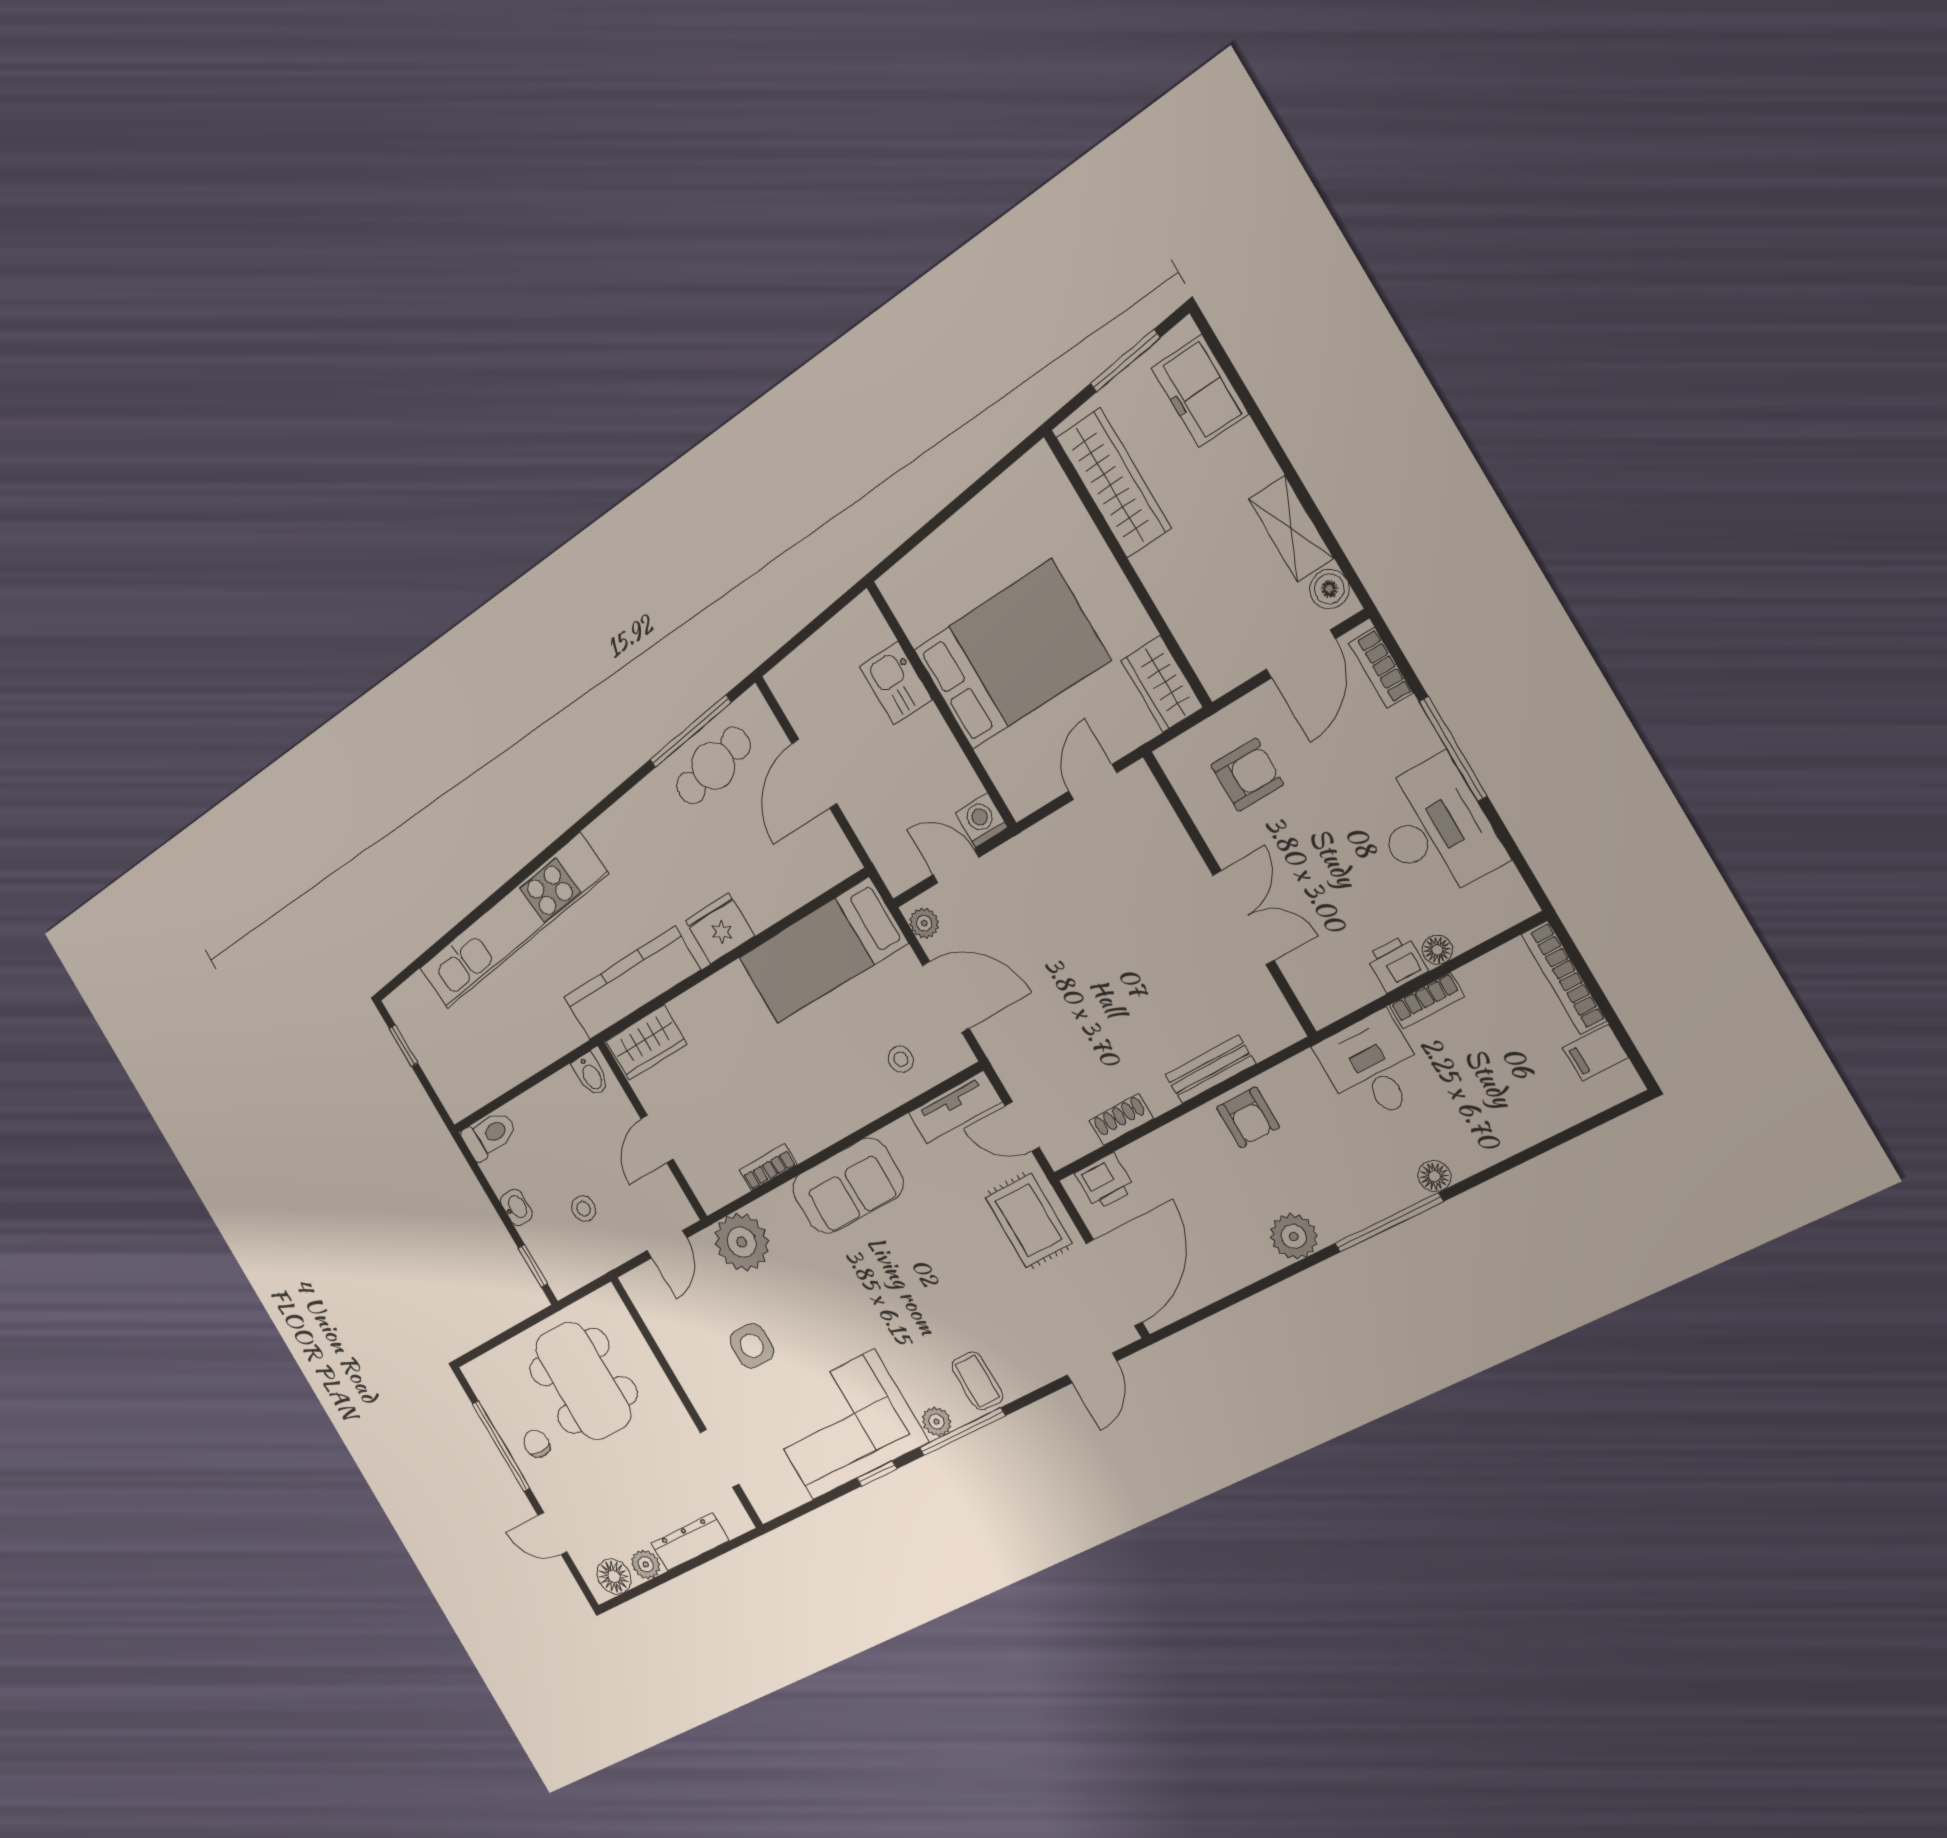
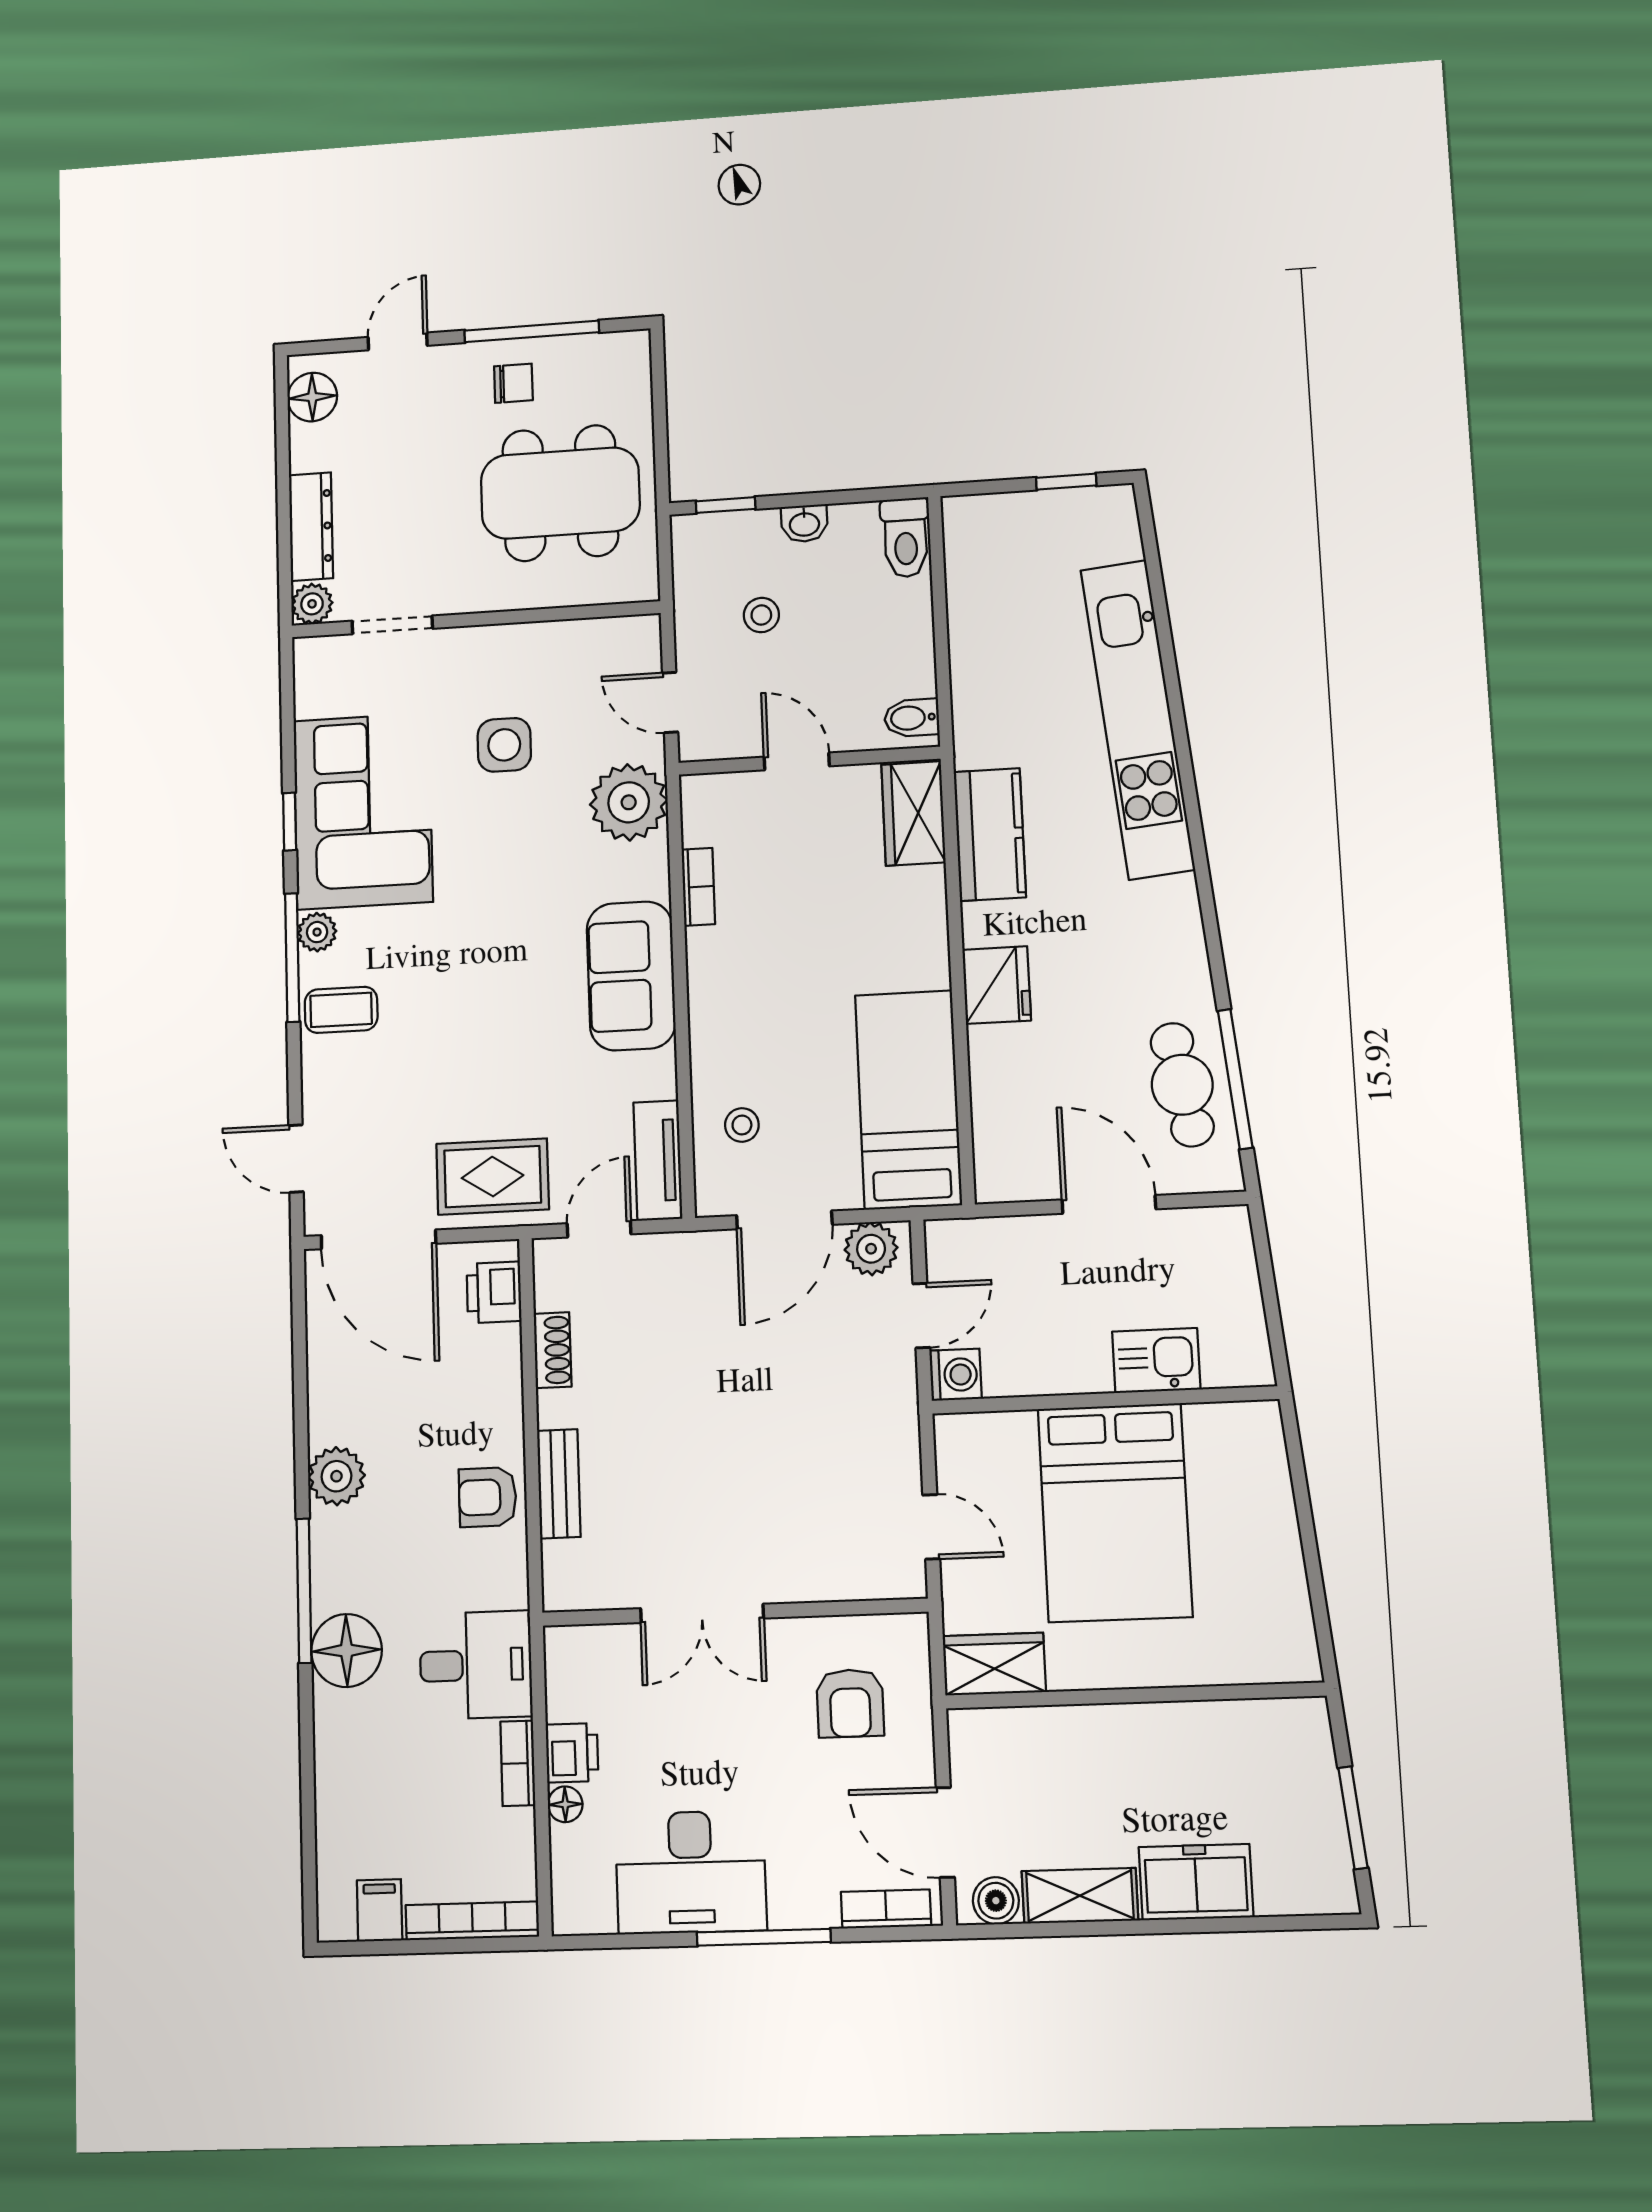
freezer: (1200, 391) -> (1196, 1882), moved
wardrobe: (1114, 483) -> (1234, 1732), removed
plant: (924, 923) -> (871, 1249), width x1.38, depth x1.38
kitchen counter: (632, 984) -> (990, 834), width x0.67
floor lamp: (1434, 1176) -> (347, 1650), width x1.89, depth x1.89
plant: (646, 1564) -> (312, 604), moved

